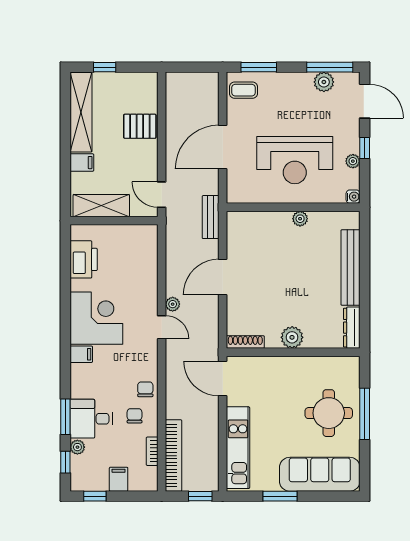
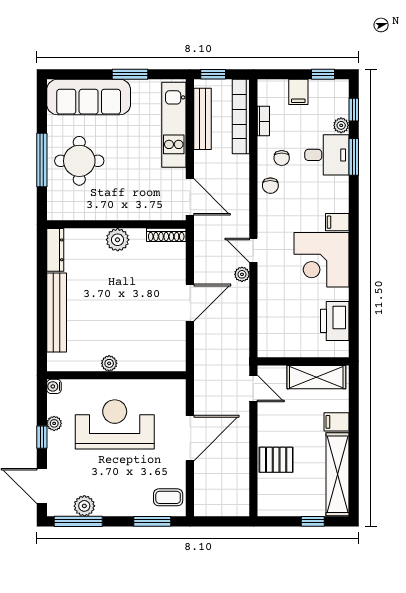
bench: (211, 217) -> (202, 119), moved, width x1.36

